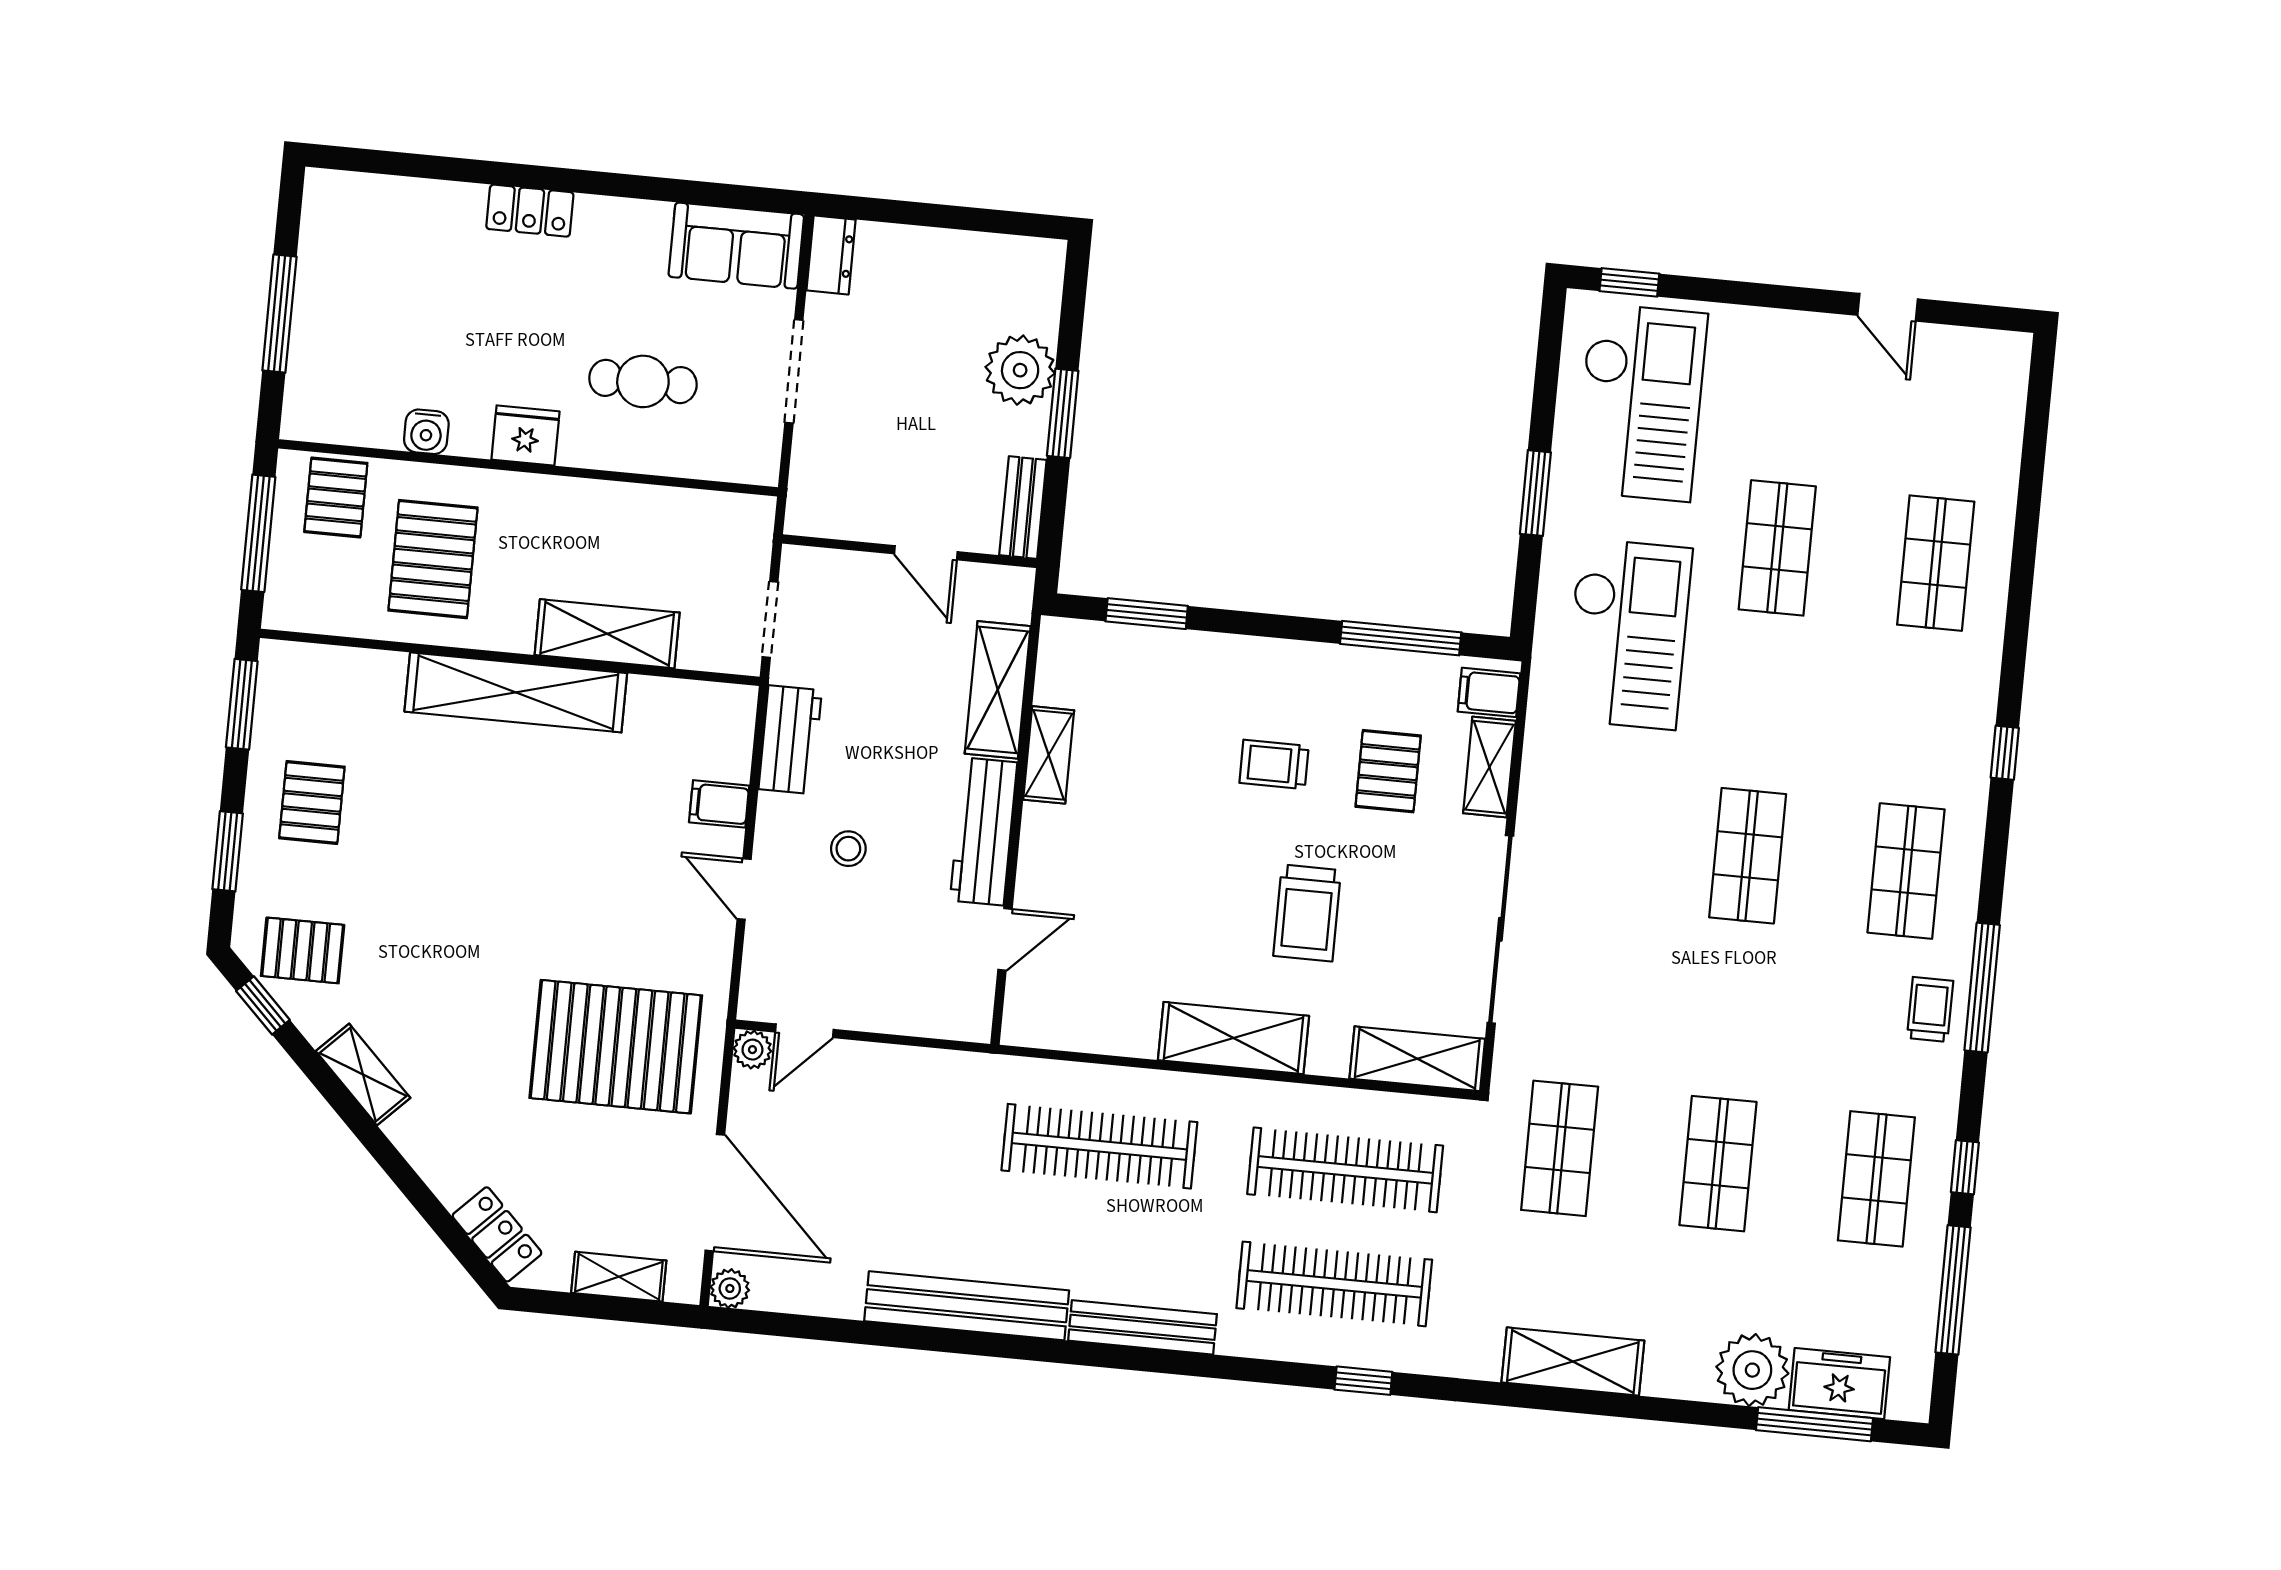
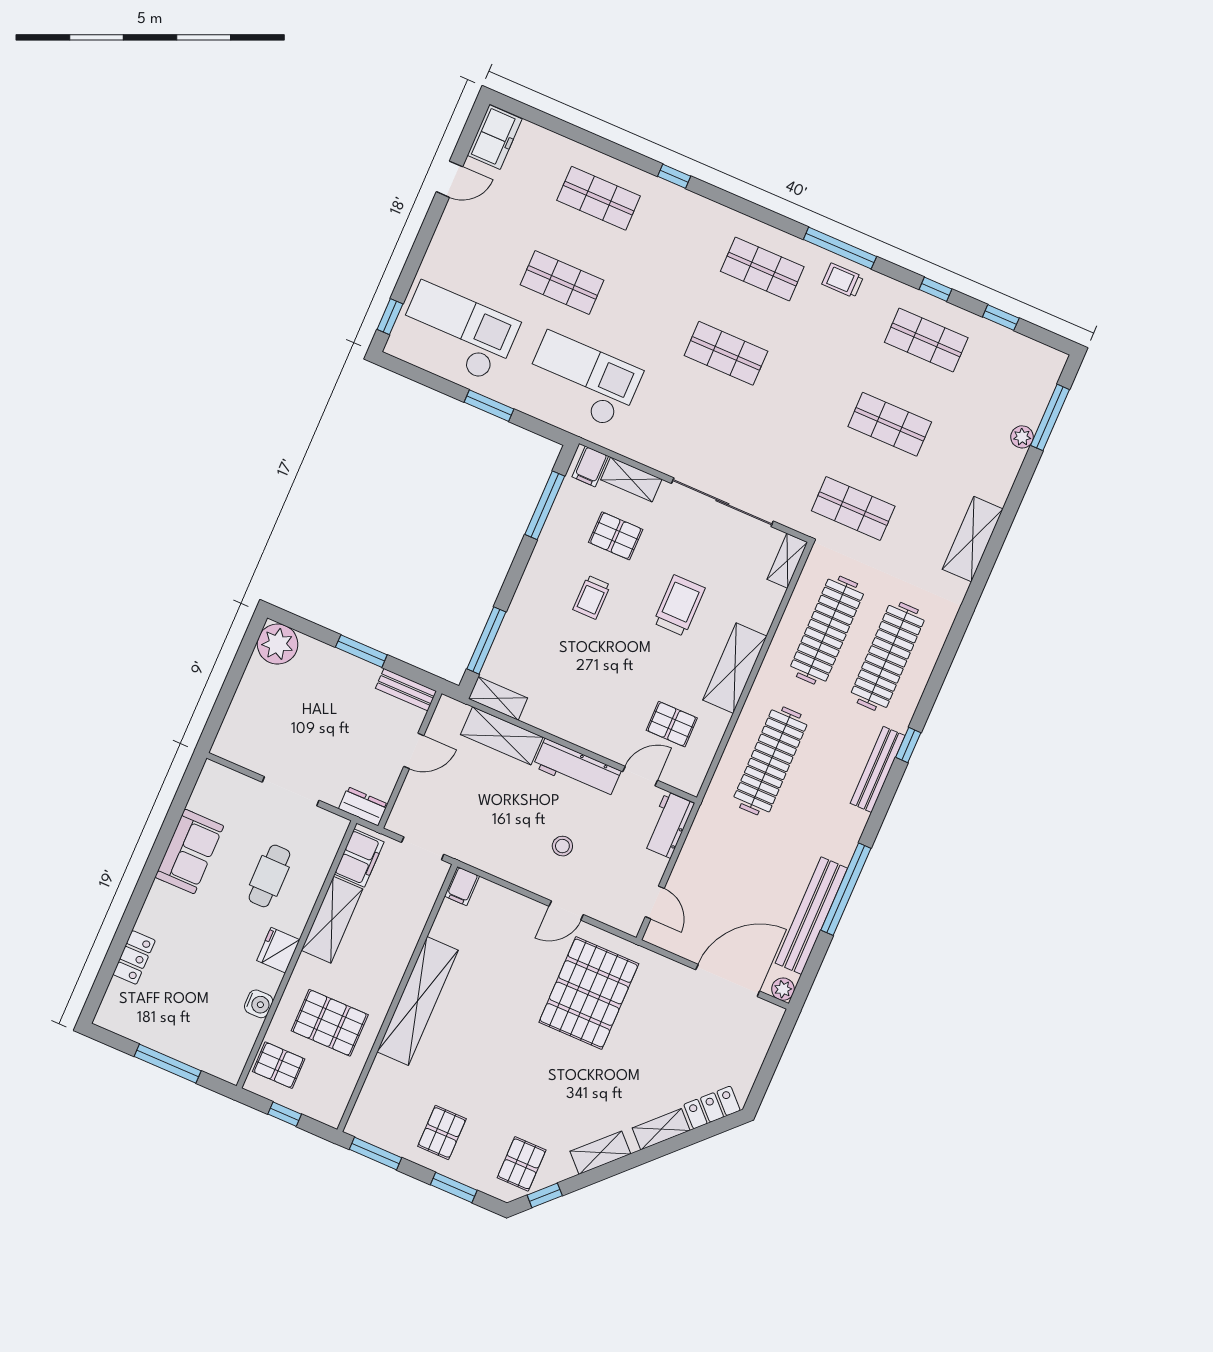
locker: (530, 211) -> (134, 957), moved
sofa: (736, 246) -> (189, 851), moved
dresser: (831, 255) -> (363, 806), moved
plant: (1020, 370) -> (278, 644), moved
filing cabinet: (720, 520) -> (359, 858), added
window: (258, 533) -> (285, 1114), width x0.46
window: (1147, 614) -> (486, 640), width x1.44
shelving: (607, 634) -> (332, 920), moved
workbench: (790, 740) -> (668, 825), moved, turned -90
window: (2005, 753) -> (674, 176), moved
shelving: (1049, 755) -> (498, 698), moved
pallet: (312, 802) -> (442, 1132), turned 90
filing cabinet: (719, 804) -> (462, 886), moved
trolley: (1307, 913) -> (679, 605), turned -90
door: (1005, 939) -> (640, 776), hinge flipped
pallet: (1108, 964) -> (672, 724), added
pallet: (616, 1047) -> (589, 993), moved
plant: (752, 1050) -> (656, 934), removed
shelving: (1417, 1059) -> (787, 561), width x0.67, depth x0.75
shelving: (619, 1277) -> (661, 1129), moved, turned 45
window: (1953, 1290) -> (1001, 318), width x0.46
bench: (967, 1306) -> (811, 916), moved
window: (928, 1339) -> (846, 889), added
plant: (1752, 1370) -> (1022, 437), width x0.53, depth x0.53
window: (1363, 1381) -> (908, 745), moved
freezer: (1839, 1384) -> (495, 137), moved, turned 180

